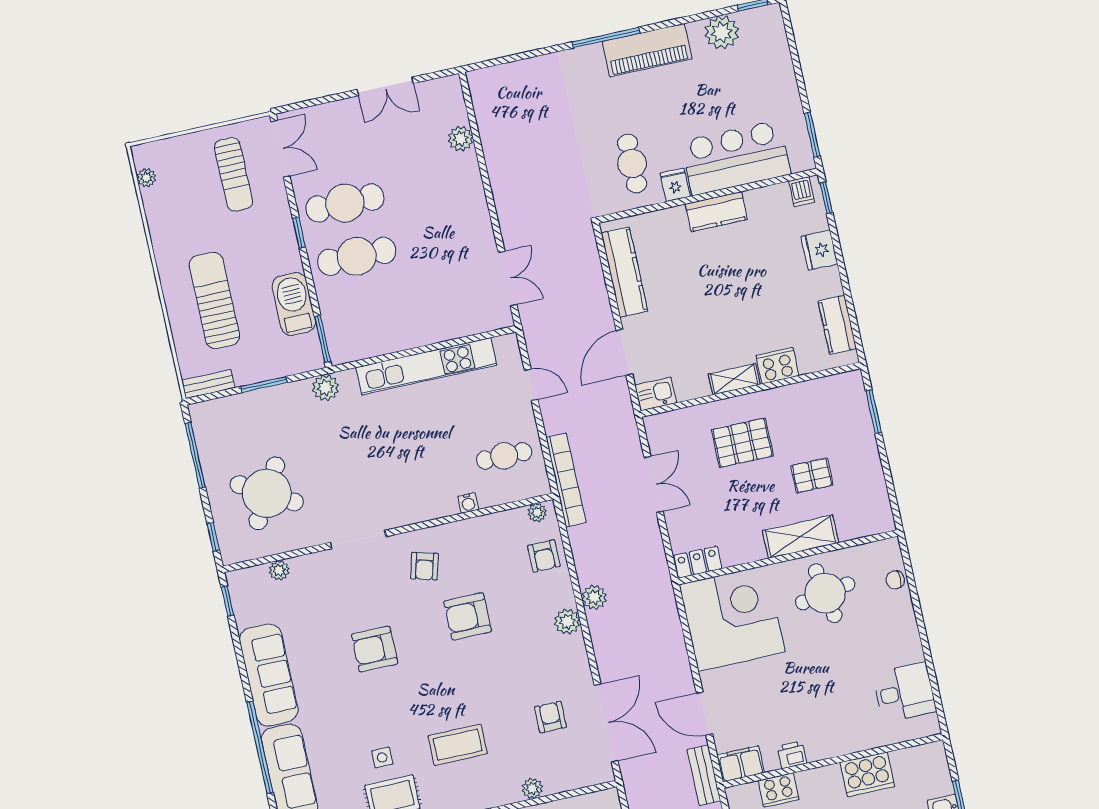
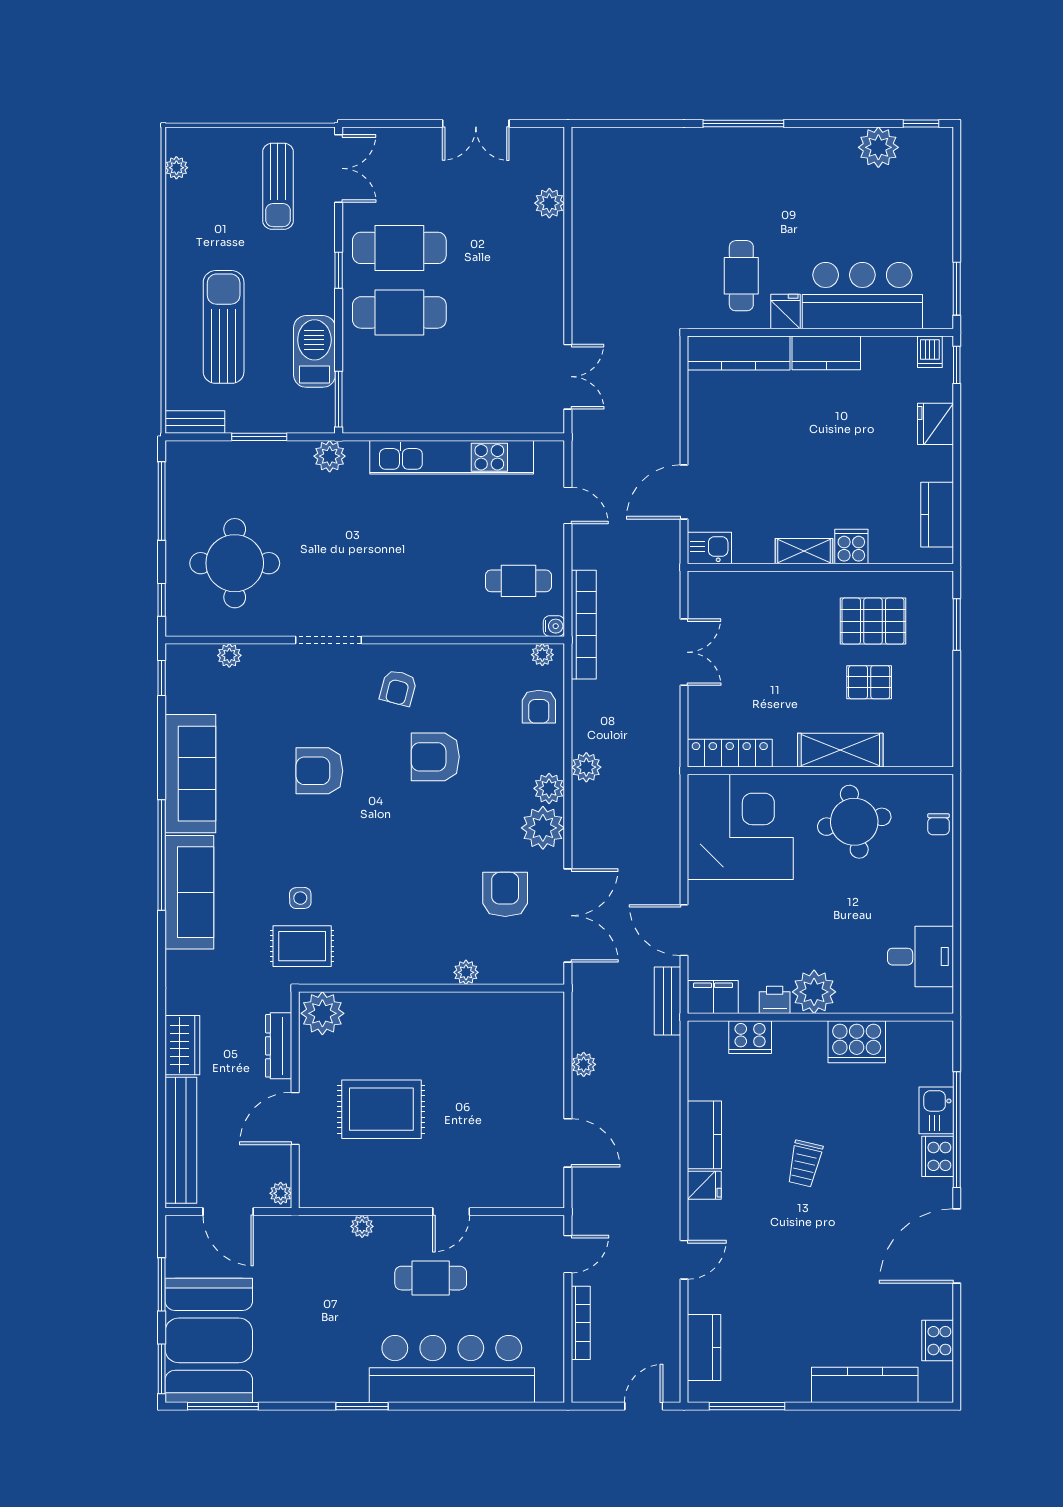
piano: (647, 50) -> (788, 149), removed
kitchen counter: (624, 272) -> (739, 353), moved, turned 90
cooker: (777, 366) -> (851, 547), width x0.73
pallet: (742, 443) -> (873, 621), moved
round table: (267, 493) -> (235, 563), turned -30
water cooler: (468, 503) -> (554, 626), moved, turned -90
locker: (698, 562) -> (730, 753), width x1.53
chair: (895, 580) -> (938, 824), turned -90
plant: (569, 655) -> (543, 828), added
armchair: (550, 717) -> (505, 894), width x1.38, depth x1.38
plant: (823, 741) -> (814, 992), added
coffee table: (458, 745) -> (391, 903), removed

